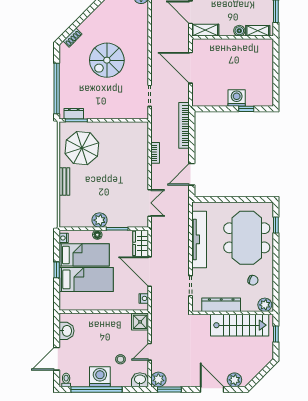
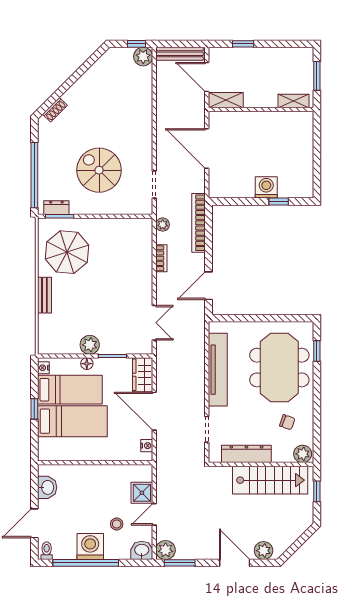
boiler: (239, 31) -> (270, 101), removed
spiral stairs: (107, 60) -> (99, 170), moved, turned 90
plant: (156, 127) -> (163, 225), added
shower: (140, 322) -> (142, 493), moved

